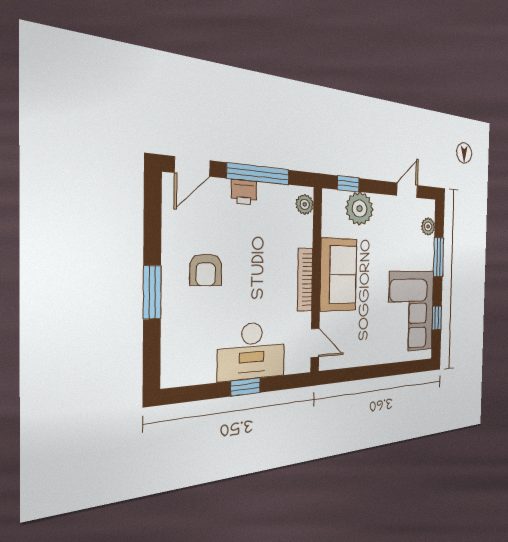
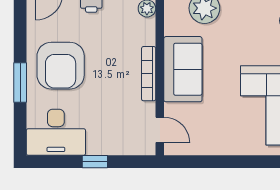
armchair: (206, 270) -> (61, 66), width x1.88, depth x1.88
desk: (252, 351) -> (56, 132), moved

